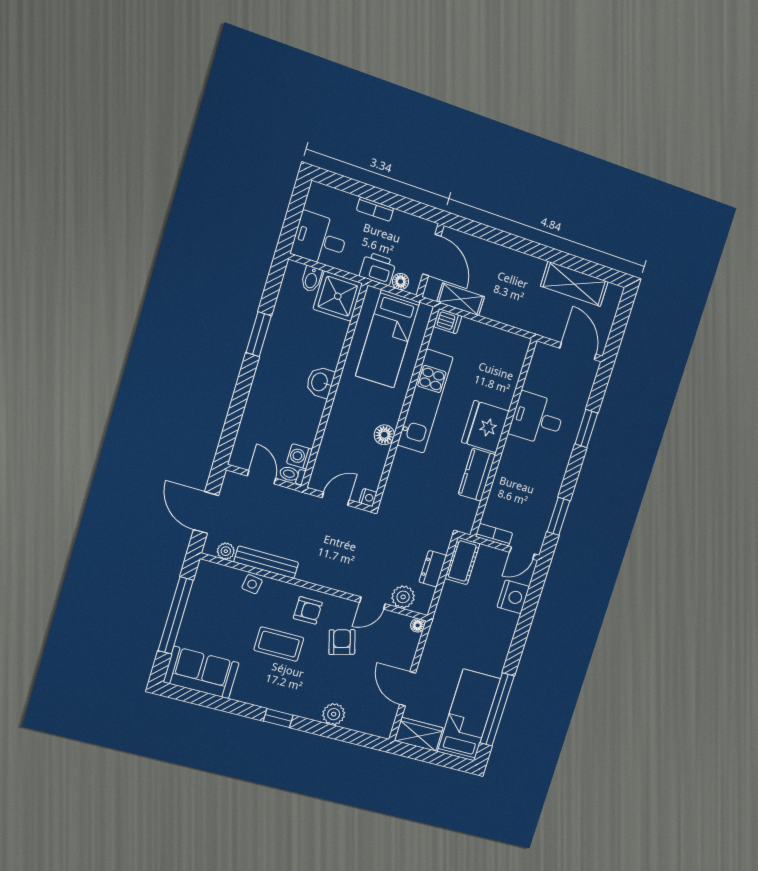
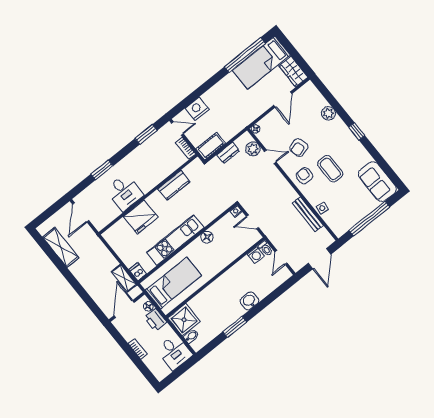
washbasin: (320, 382) -> (249, 301), moved, turned 180
fridge: (485, 427) -> (141, 217), moved
plant: (226, 551) -> (323, 233), removed

